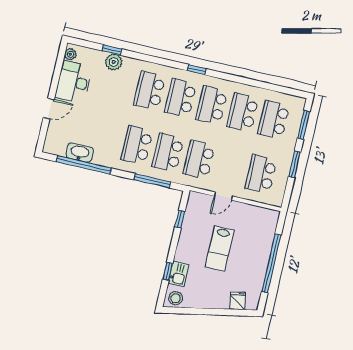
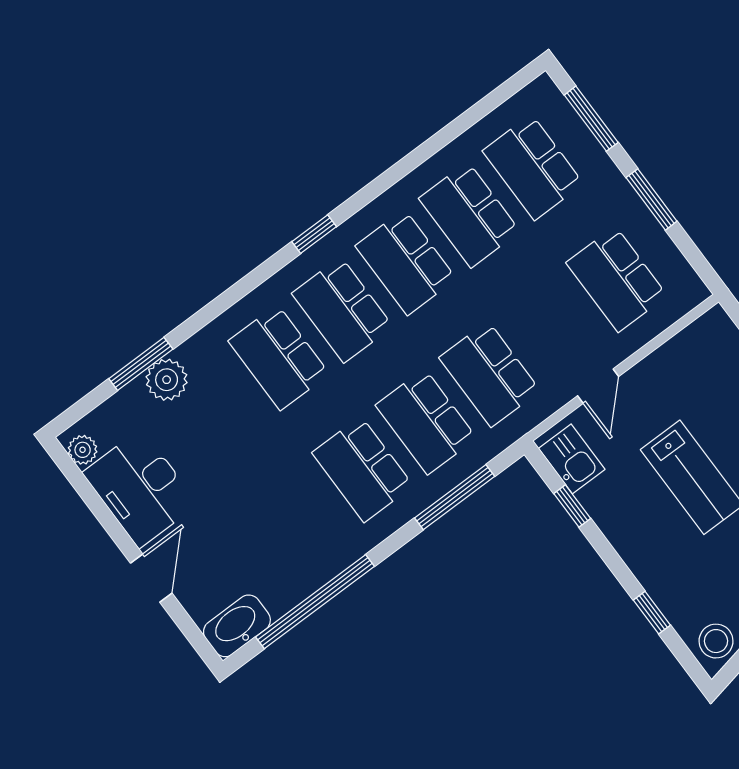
window: (112, 50) -> (141, 364), width x1.50
washbasin: (80, 153) -> (237, 626), moved
kitchen sink: (179, 274) -> (572, 459), moved

